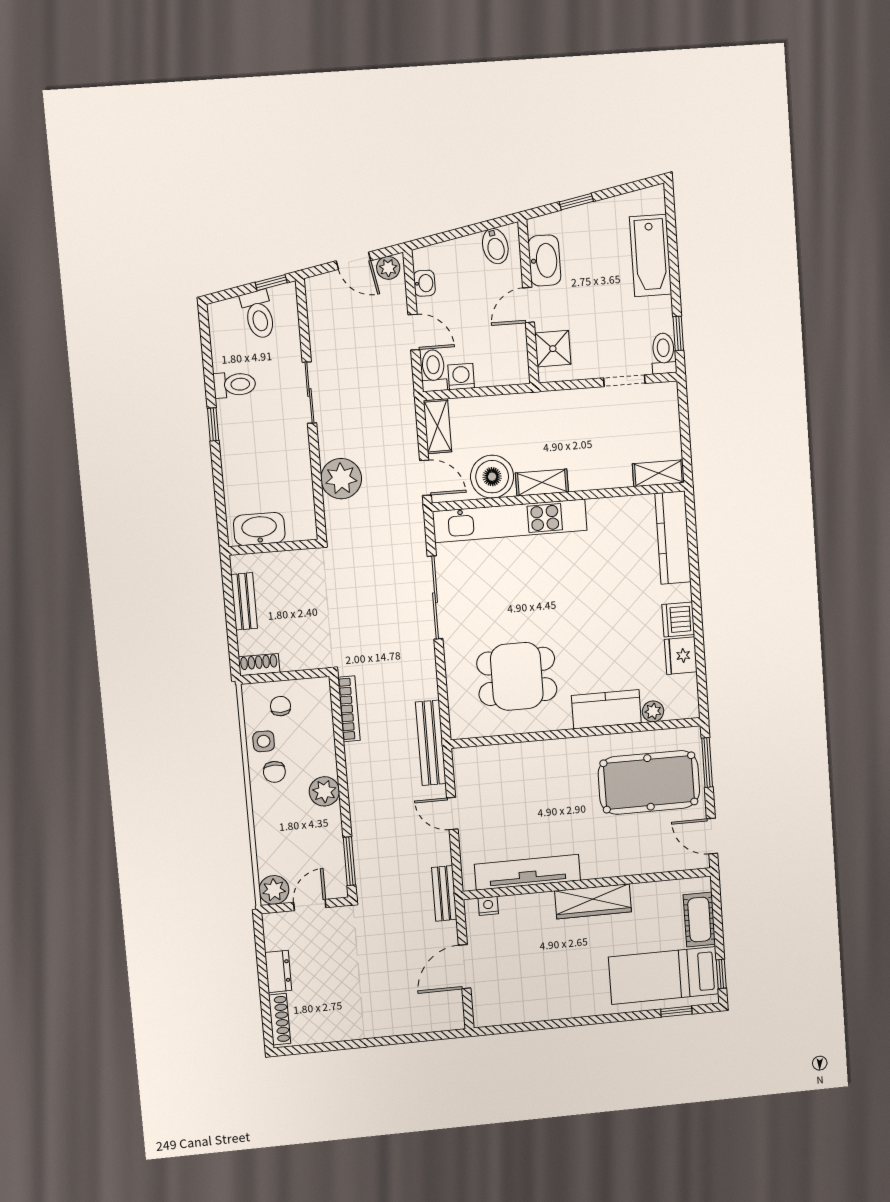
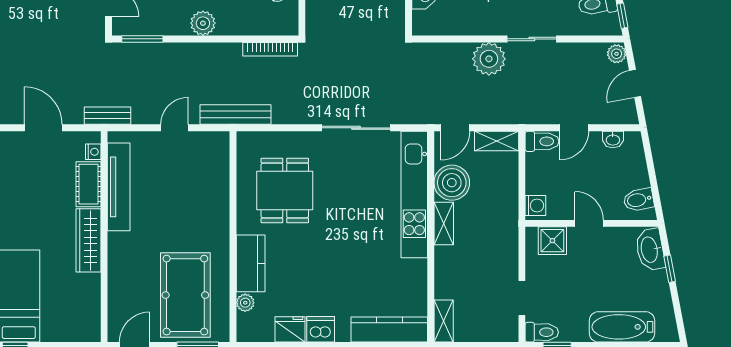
washbasin: (544, 260) -> (650, 250), moved, turned 79
plant: (388, 268) -> (617, 54), moved
washing machine: (461, 377) -> (535, 205), moved
plant: (341, 479) -> (489, 59), moved
cot: (699, 920) -> (88, 184), moved, turned 90

